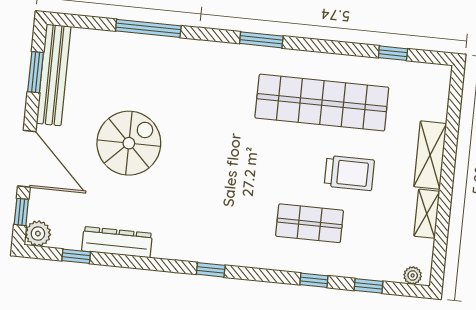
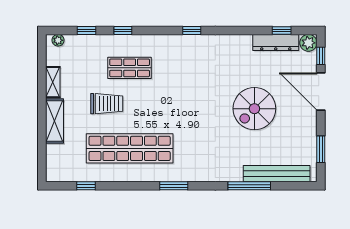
bench: (54, 75) -> (277, 174), moved, turned 90
trolley: (349, 173) -> (107, 104), turned 180
dresser: (117, 242) -> (276, 42), moved

